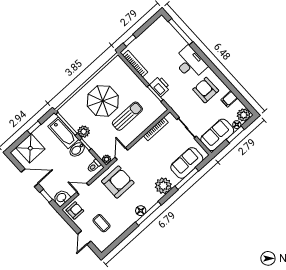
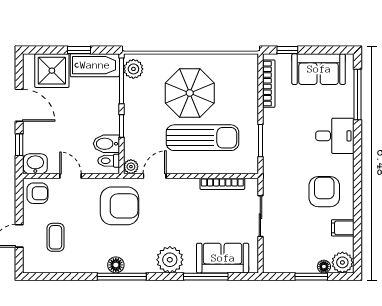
desk: (190, 63) -> (335, 136), width x0.73
printer: (160, 86) -> (274, 138), removed
sun lounger: (127, 116) -> (203, 138), width x1.36, depth x1.34
plant: (84, 132) -> (133, 69), moved
bathtub: (63, 133) -> (95, 65), moved, turned -90
sofa: (217, 135) -> (319, 69), moved, turned 180
bidet: (77, 149) -> (106, 144), moved

